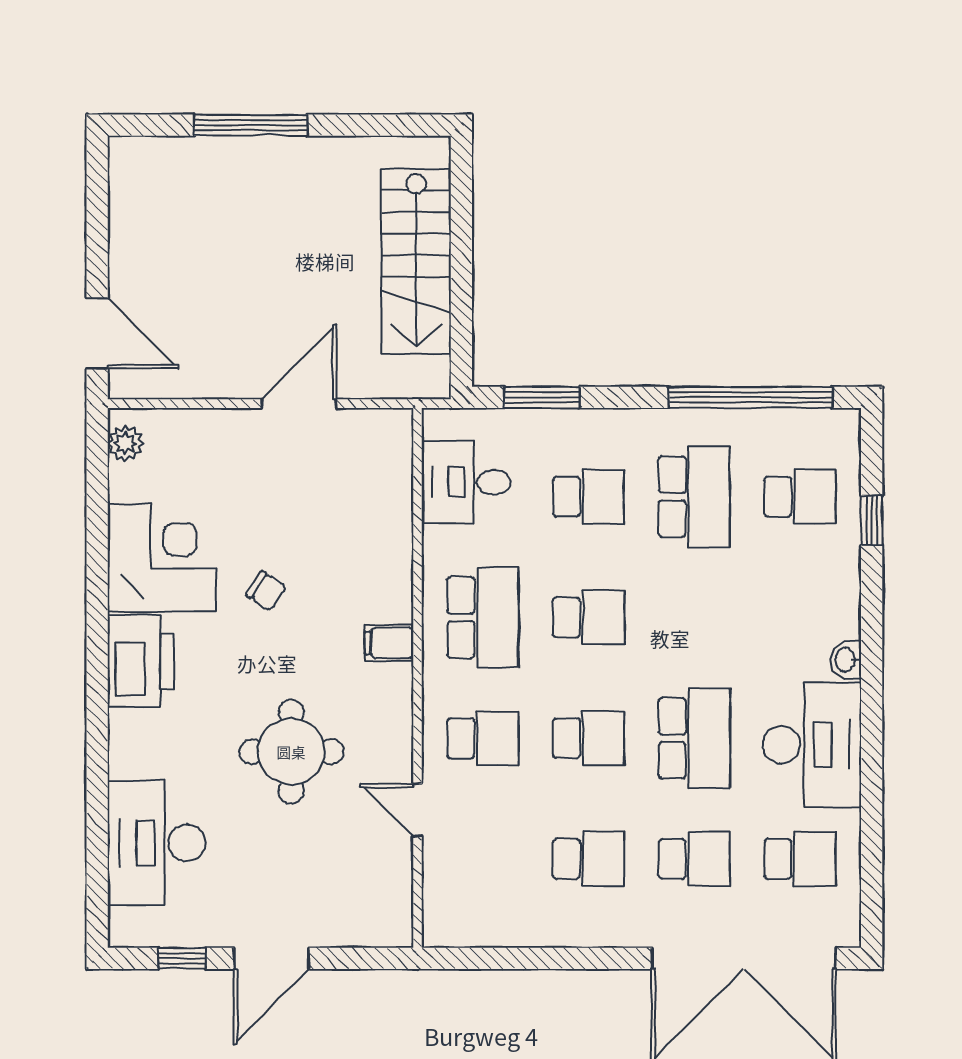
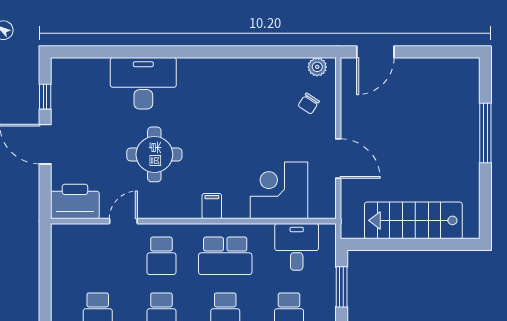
corner desk: (162, 558) -> (279, 190), moved, turned 180
chair: (266, 591) -> (309, 104), moved
printer: (141, 661) -> (75, 202), moved, turned 180
desk: (157, 843) -> (143, 83), moved

